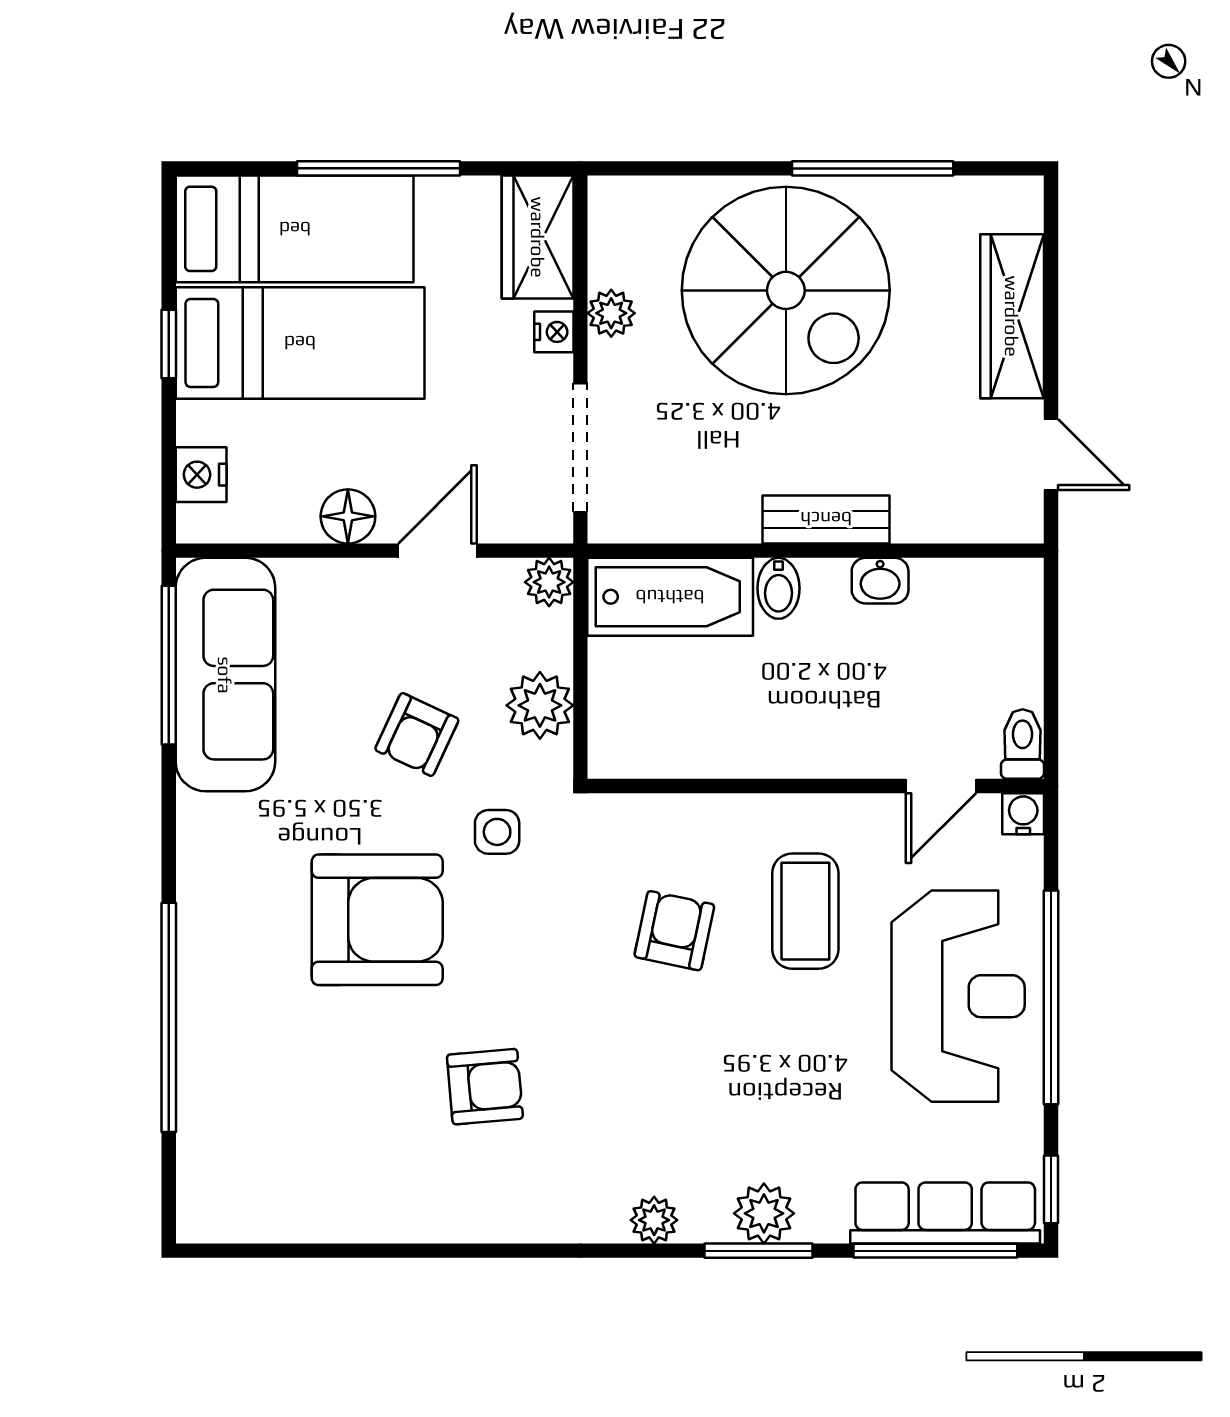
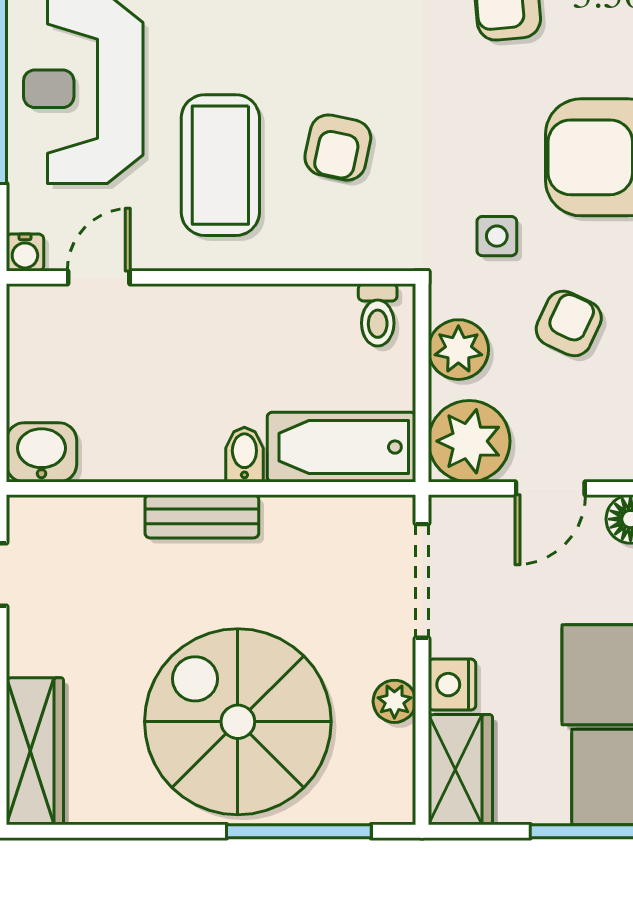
window: (873, 168) -> (299, 831), moved
wardrobe: (1012, 316) -> (35, 751), moved
nightstand: (554, 332) -> (452, 685), width x1.39, depth x1.35
washbasin: (880, 581) -> (41, 452), moved, width x1.38, depth x1.45
plant: (549, 582) -> (469, 441), width x1.88, depth x1.88
toilet: (1023, 744) -> (378, 315), moved
coffee table: (805, 911) -> (220, 165), width x1.36, depth x1.32

